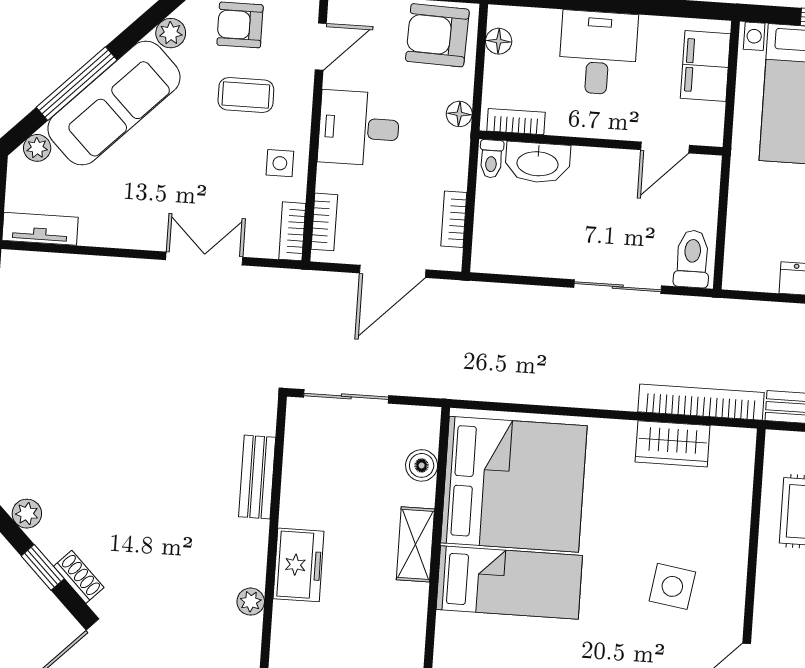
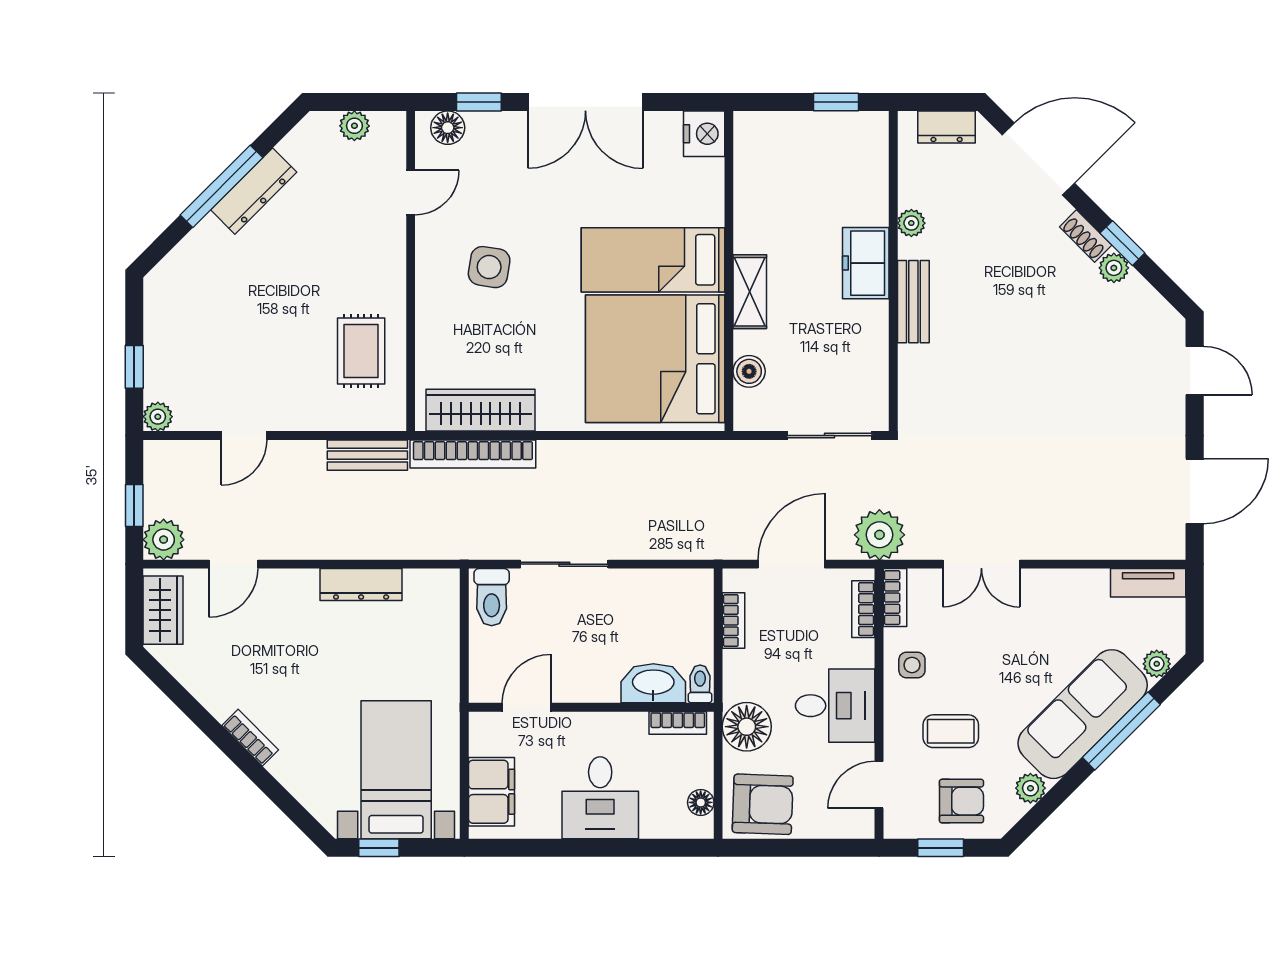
floor lamp: (459, 114) -> (747, 727), width x1.89, depth x1.89
plant: (303, 295) -> (879, 535), added
wardrobe: (673, 444) -> (481, 410), width x1.50
bench: (257, 477) -> (913, 302), moved
plant: (27, 514) -> (1114, 268), moved

